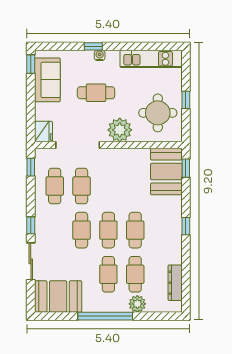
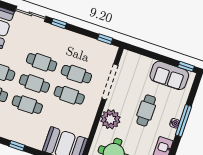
window: (93, 46) -> (184, 121), width x2.17
fridge: (43, 132) -> (130, 59), removed
cafe table: (55, 186) -> (69, 95), moved

